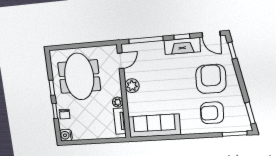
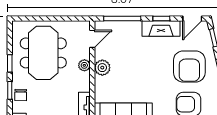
door: (211, 34) -> (192, 19), hinge flipped
armchair: (211, 79) -> (189, 66), turned 180
plant: (118, 102) -> (84, 65), moved

